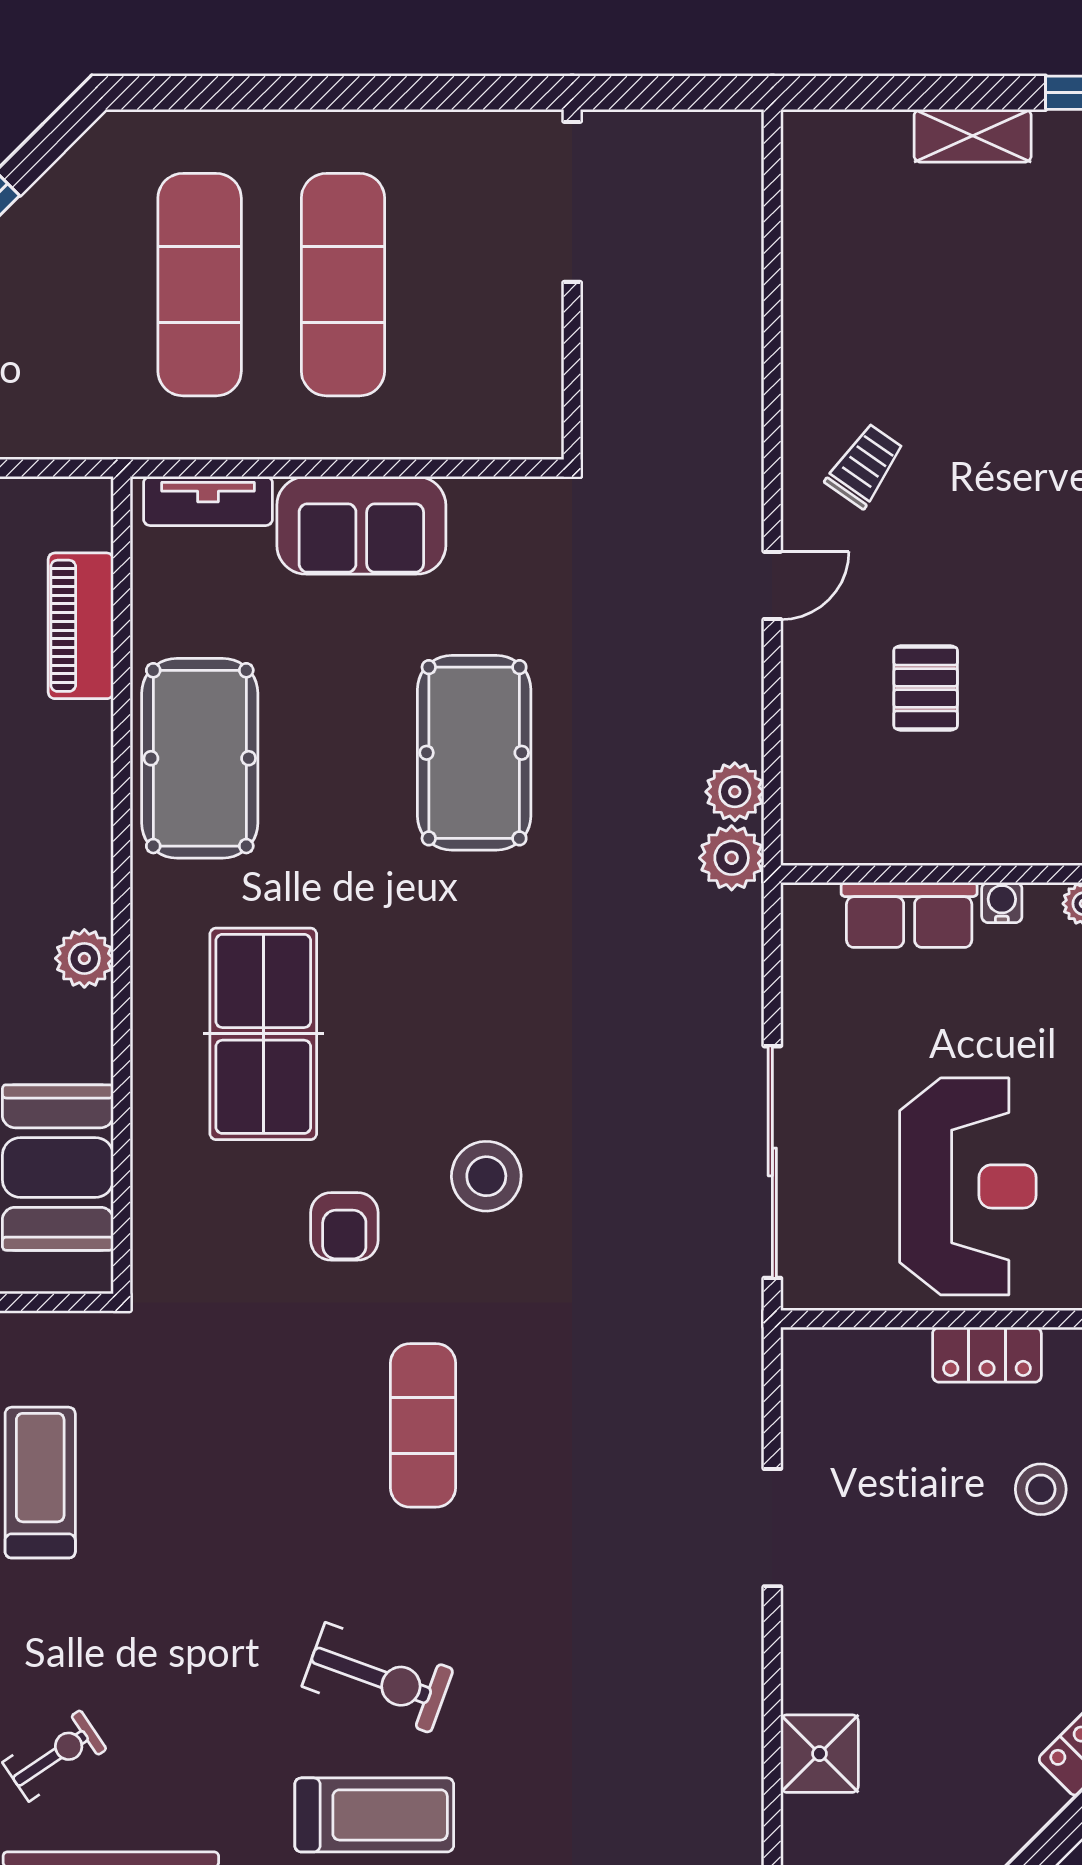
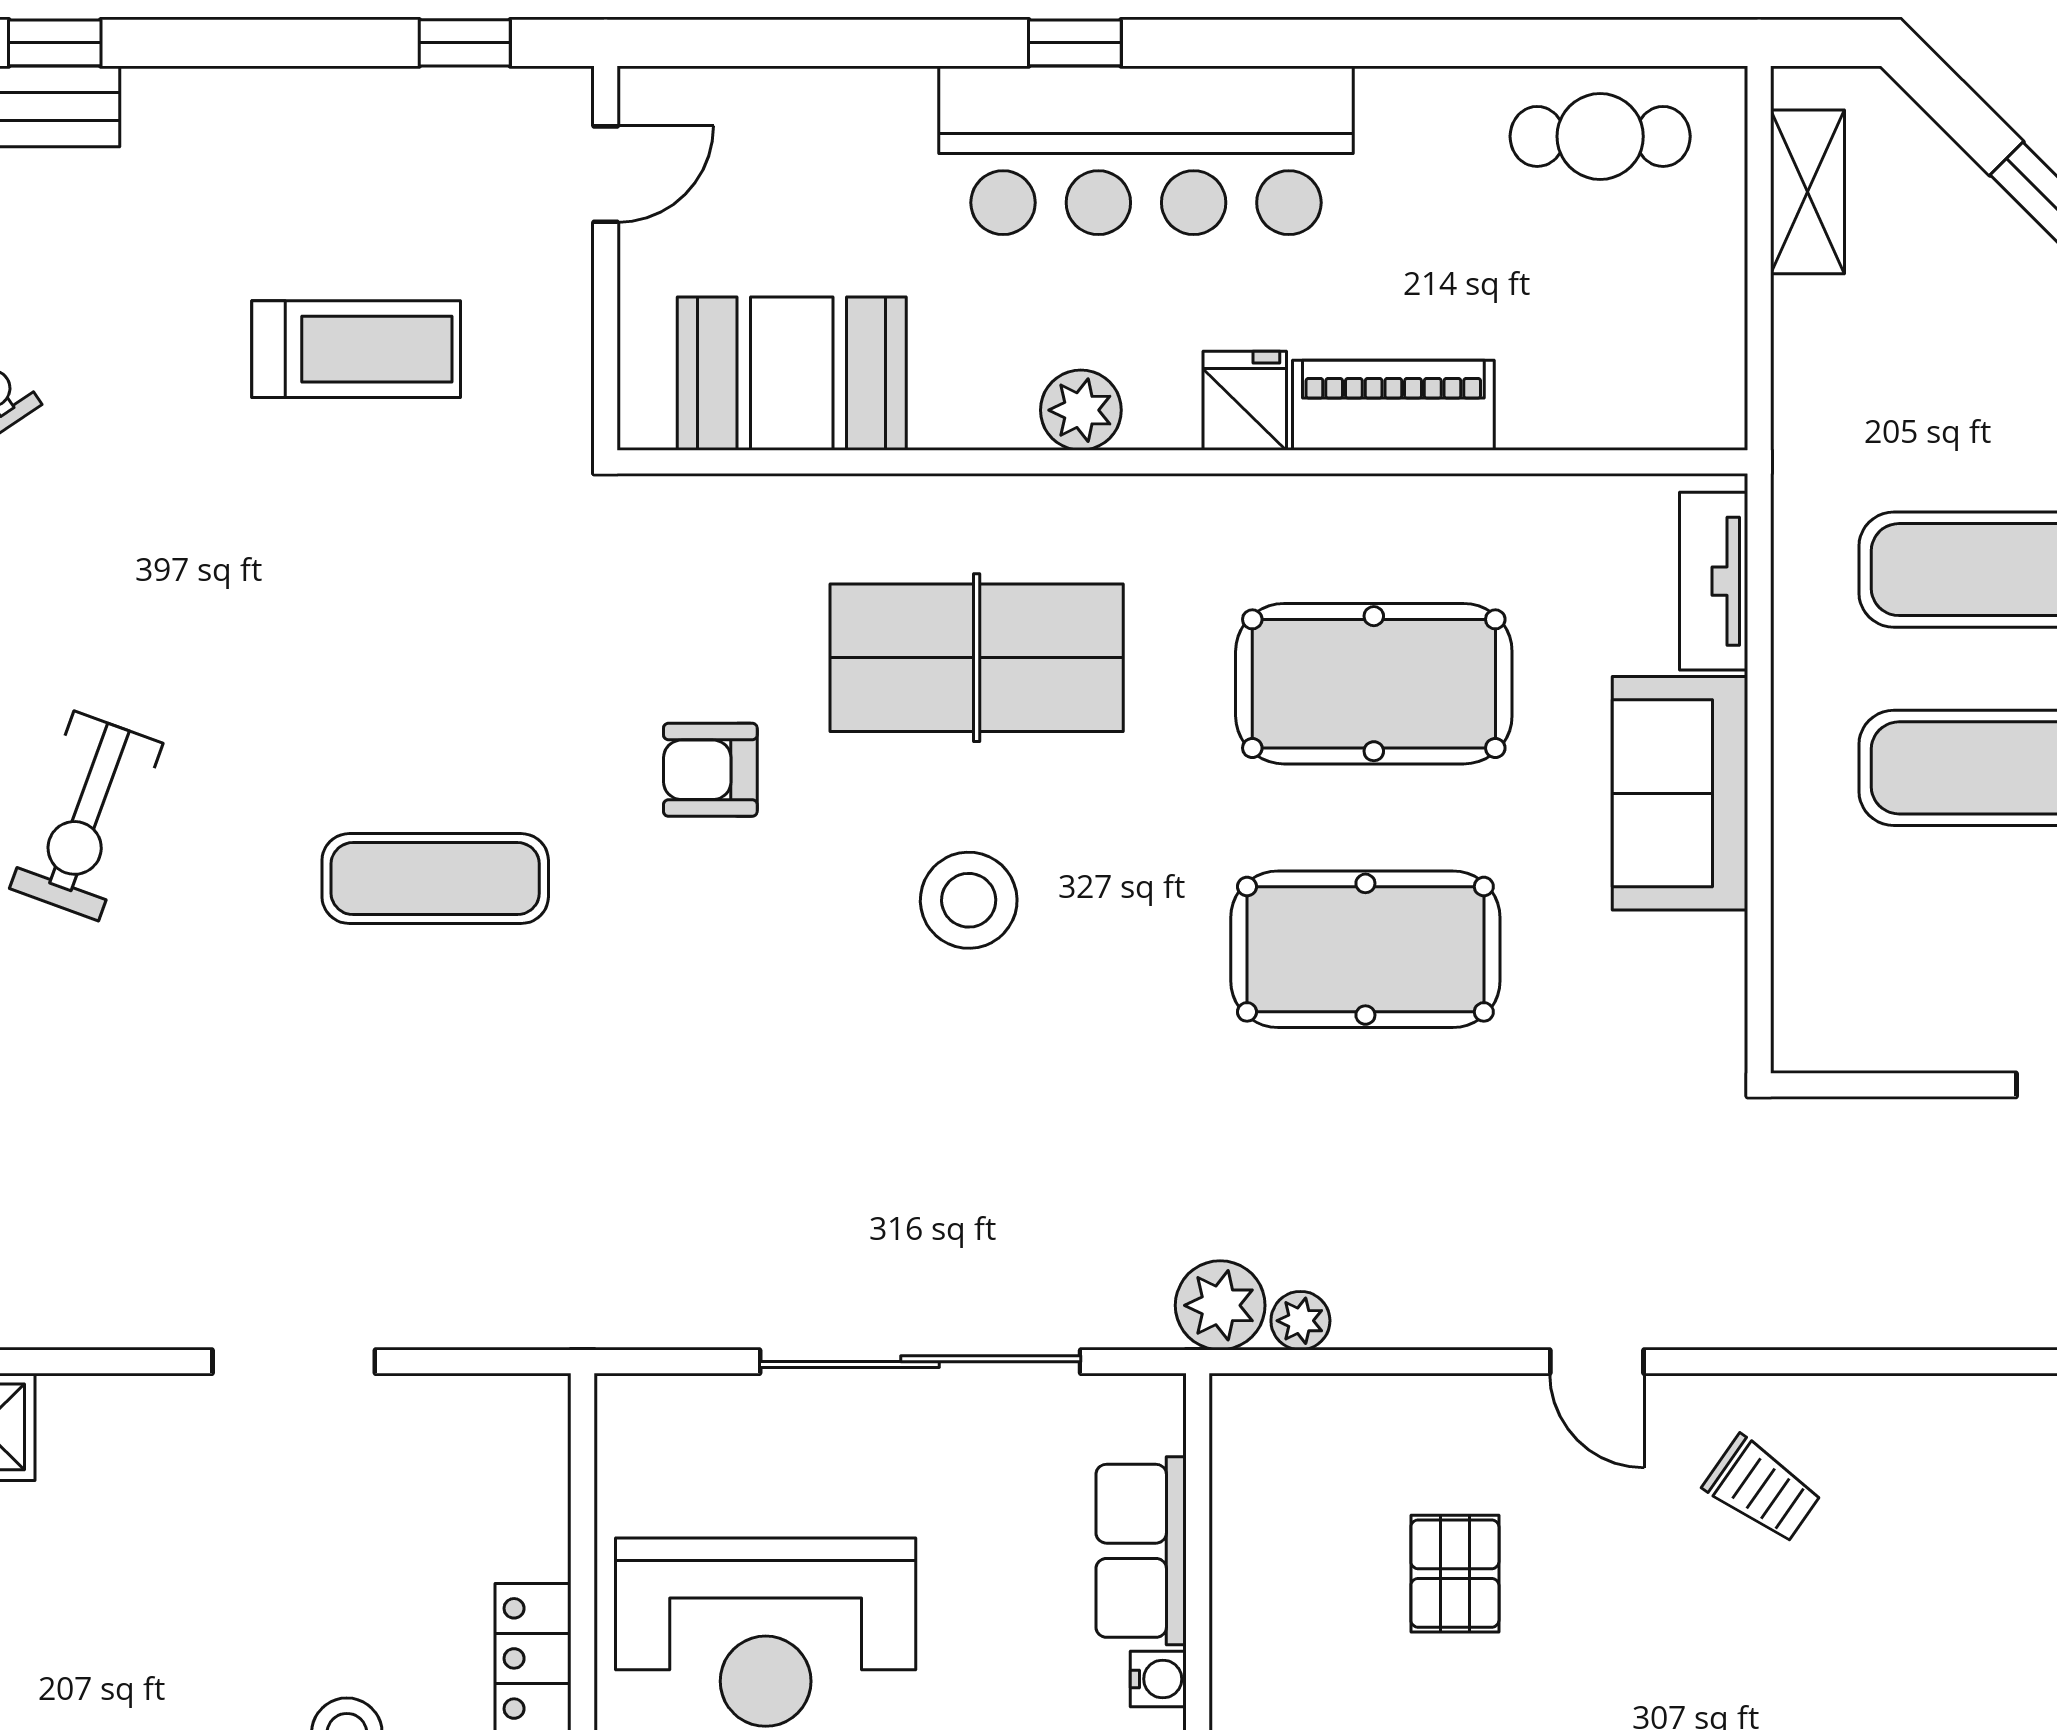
piano: (81, 626) -> (1393, 405), moved
pallet: (926, 688) -> (1455, 1574), turned 90
pool table: (200, 758) -> (1374, 684), moved
plant: (735, 792) -> (1300, 1321), width x0.73, depth x0.73
fridge: (78, 840) -> (1245, 401), added
sliding door: (772, 1162) -> (920, 1362), moved
stool: (486, 1176) -> (969, 900), moved

